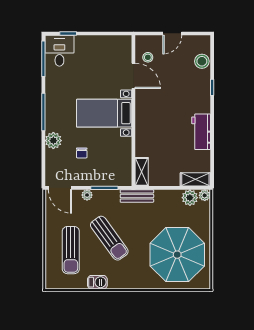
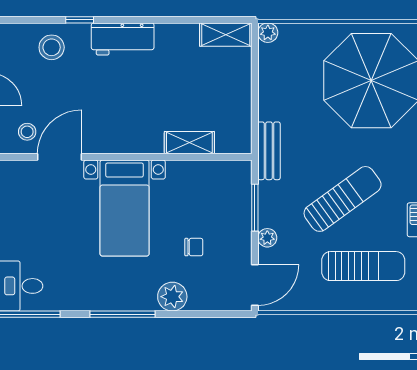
stool: (202, 61) -> (52, 47), moved
workbench: (201, 132) -> (123, 39), moved
shelving: (142, 172) -> (189, 143), moved
shelving: (195, 179) -> (226, 35), moved, turned 90
plant: (190, 198) -> (272, 59), removed

